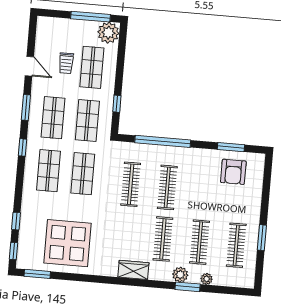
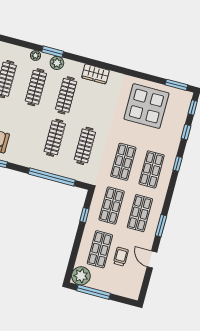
window: (22, 147) -> (178, 164), moved

